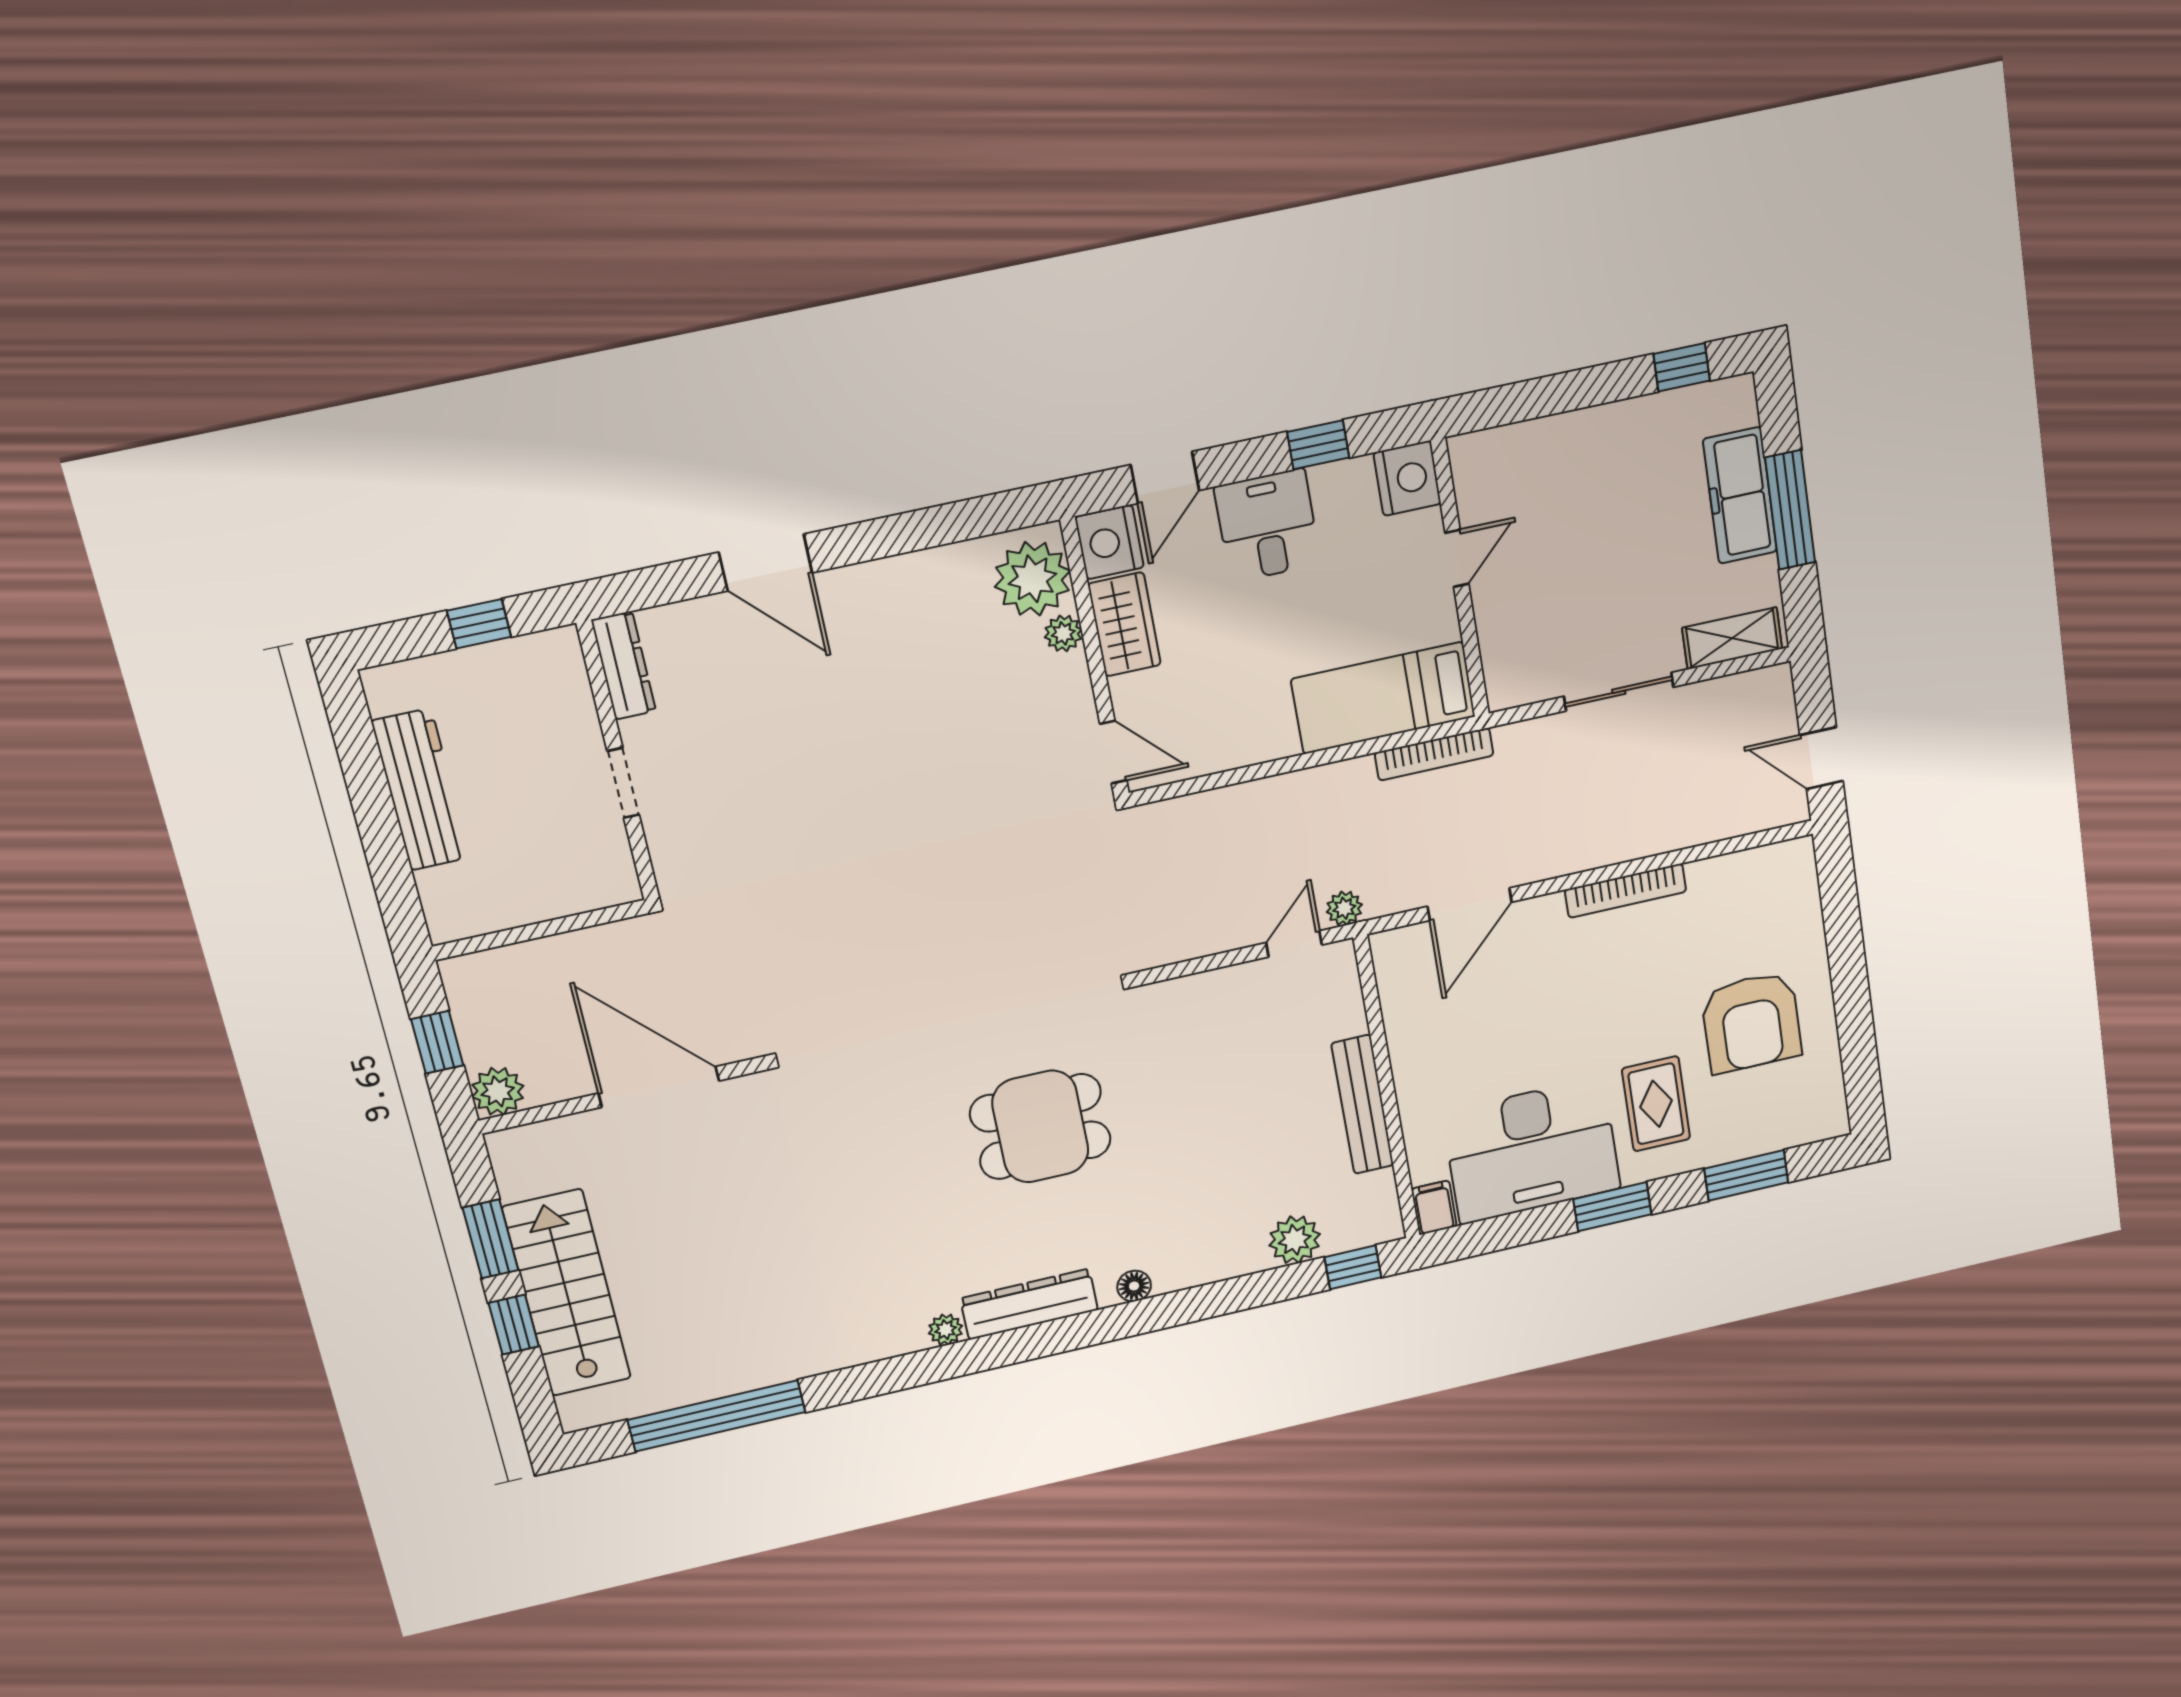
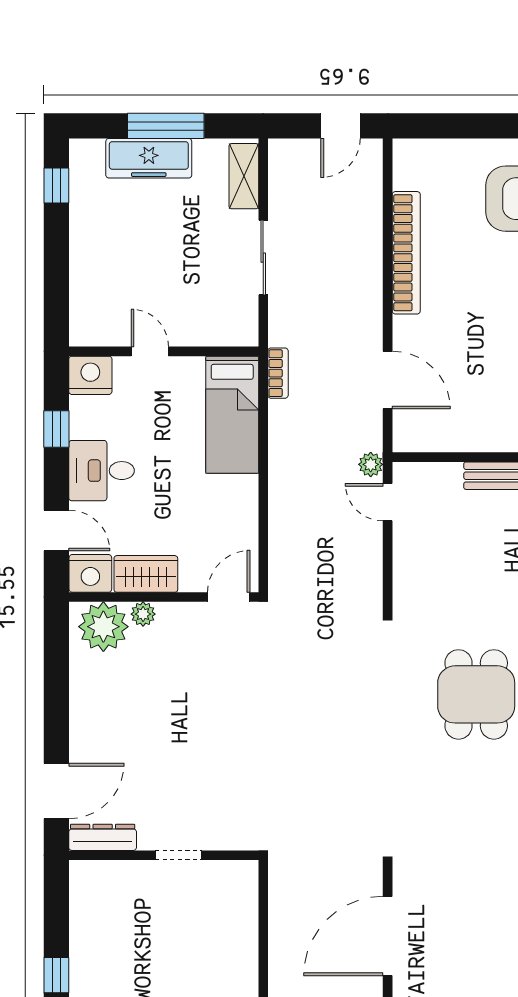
dresser: (624, 666) -> (103, 837), moved
bookcase: (1434, 754) -> (278, 373), width x0.64
wall: (618, 762) -> (164, 855), moved
doorway: (623, 783) -> (178, 855), moved
bookcase: (1626, 891) -> (406, 253), width x1.48, depth x1.31

